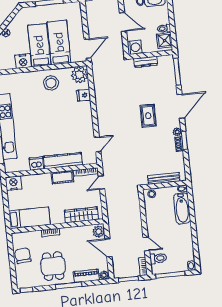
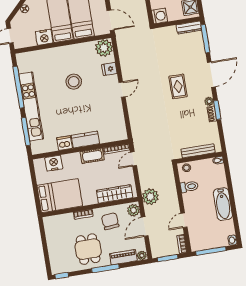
door: (87, 49) -> (110, 20), hinge flipped
dresser: (146, 62) -> (189, 28), moved
stool: (51, 83) -> (74, 82), moved
door: (98, 144) -> (122, 90), moved
kitchen counter: (63, 161) -> (85, 140), width x0.67
nightstand: (13, 183) -> (54, 163), moved
bathtub: (182, 208) -> (223, 204), moved
bed: (29, 218) -> (60, 196), width x1.50
plant: (116, 220) -> (150, 197), added
door: (146, 244) -> (184, 220), swing flipped
door: (108, 248) -> (145, 227), hinge flipped
chair: (23, 256) -> (110, 221), moved
toilet: (158, 258) -> (189, 187), moved

